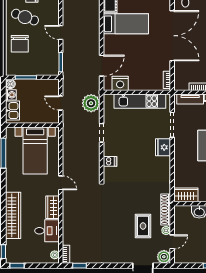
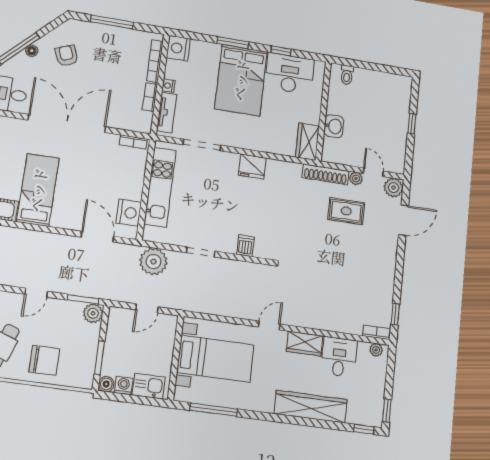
plant: (53, 70) -> (93, 313), added
fridge: (163, 147) -> (252, 166), moved

